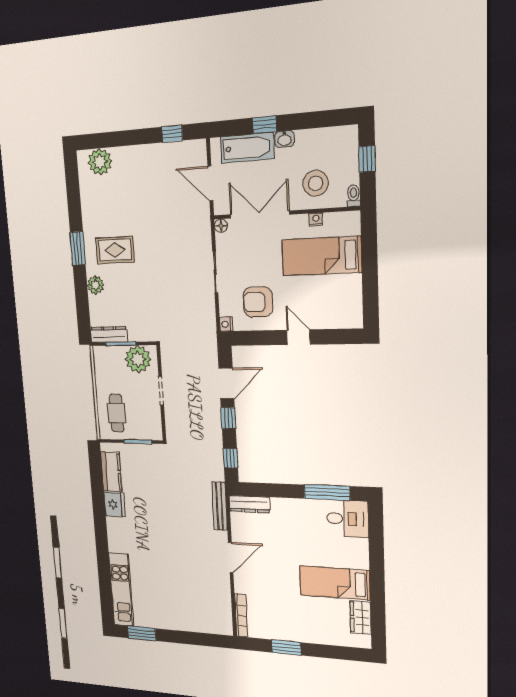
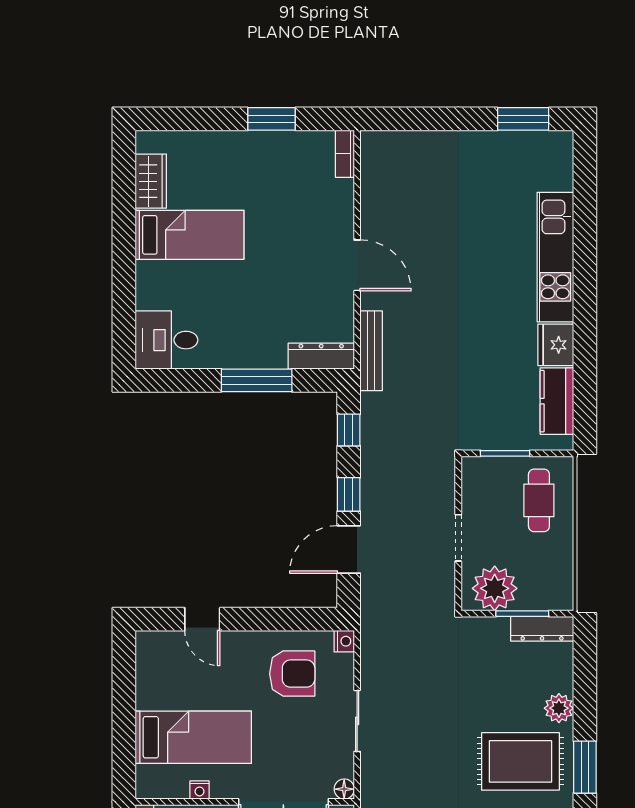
rug: (115, 250) -> (520, 761), width x1.36, depth x1.43
door: (299, 337) -> (202, 619), moved
window: (327, 492) -> (257, 380), moved
door: (231, 557) -> (357, 265), swing flipped
kitchen unit: (121, 590) -> (555, 257), moved
bookcase: (241, 615) -> (345, 154), width x0.64

